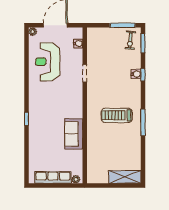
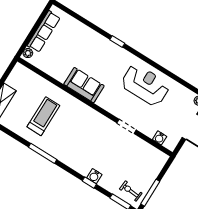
reception desk: (48, 62) -> (145, 85), moved
treadmill: (117, 115) -> (43, 116), moved
sofa: (74, 134) -> (84, 85), moved

